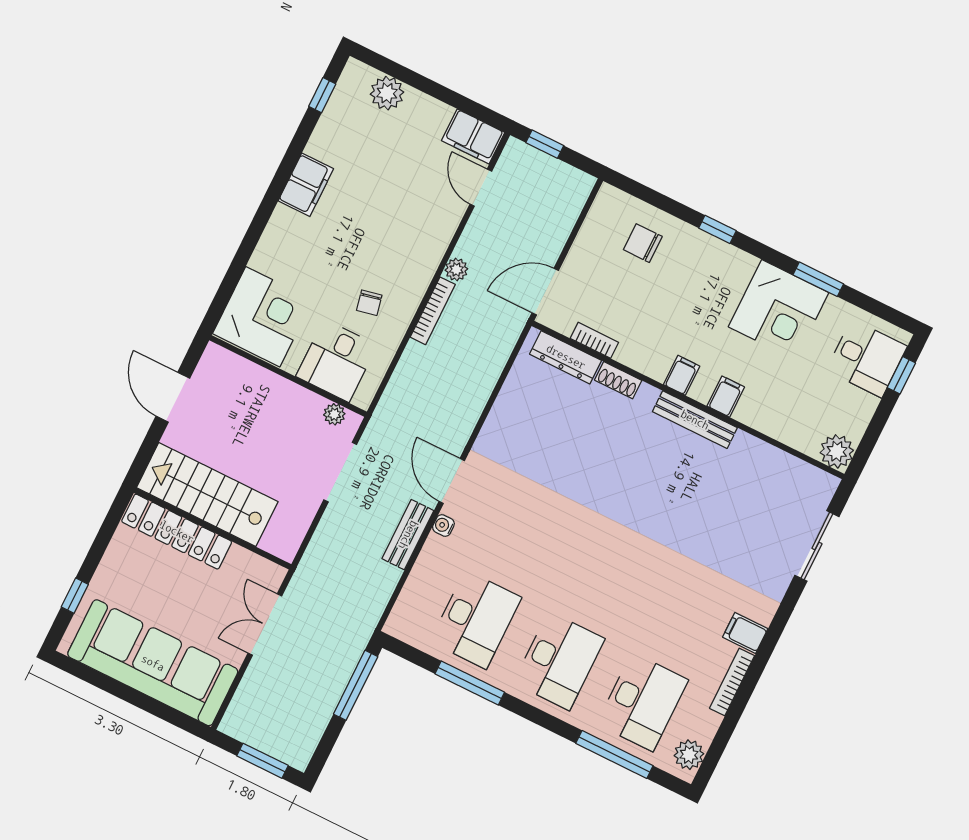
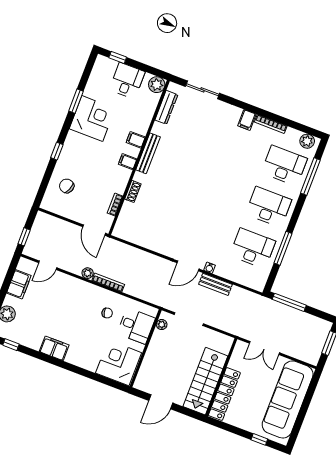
filing cabinet: (473, 137) -> (19, 284), moved
chair: (643, 243) -> (67, 186), turned 111
dresser: (566, 357) -> (166, 107), moved
desk: (867, 358) -> (127, 81), moved

